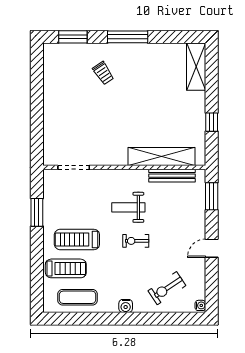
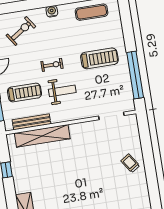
trolley: (103, 73) -> (130, 163), moved
window: (37, 212) -> (135, 75), width x2.11
treadmill: (66, 268) -> (24, 93), moved, turned 180

